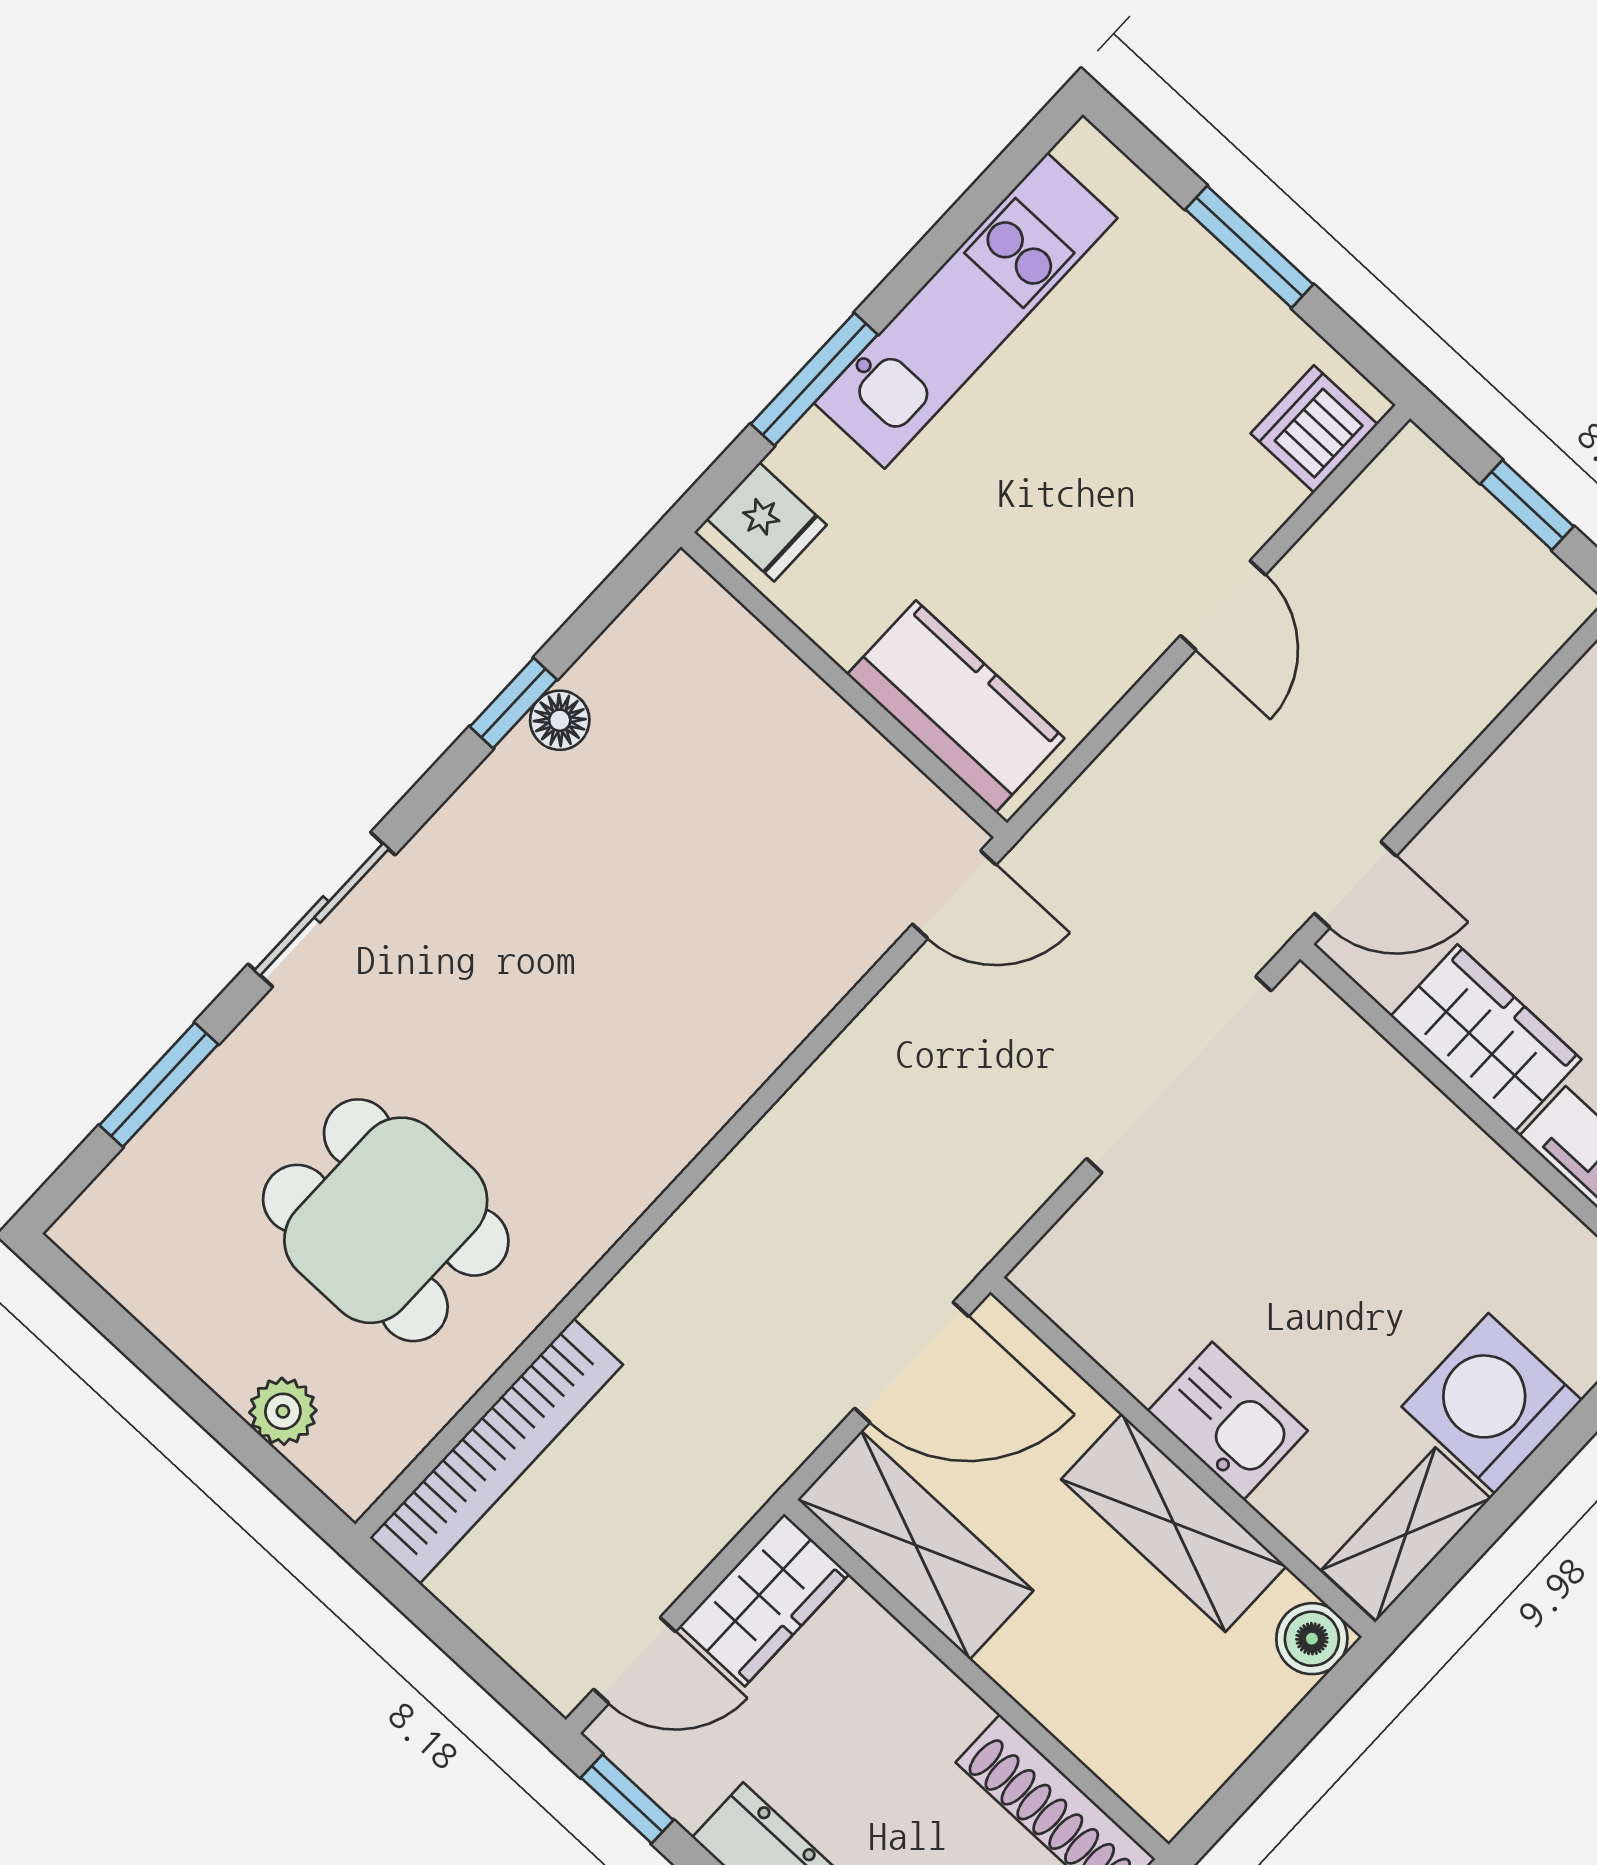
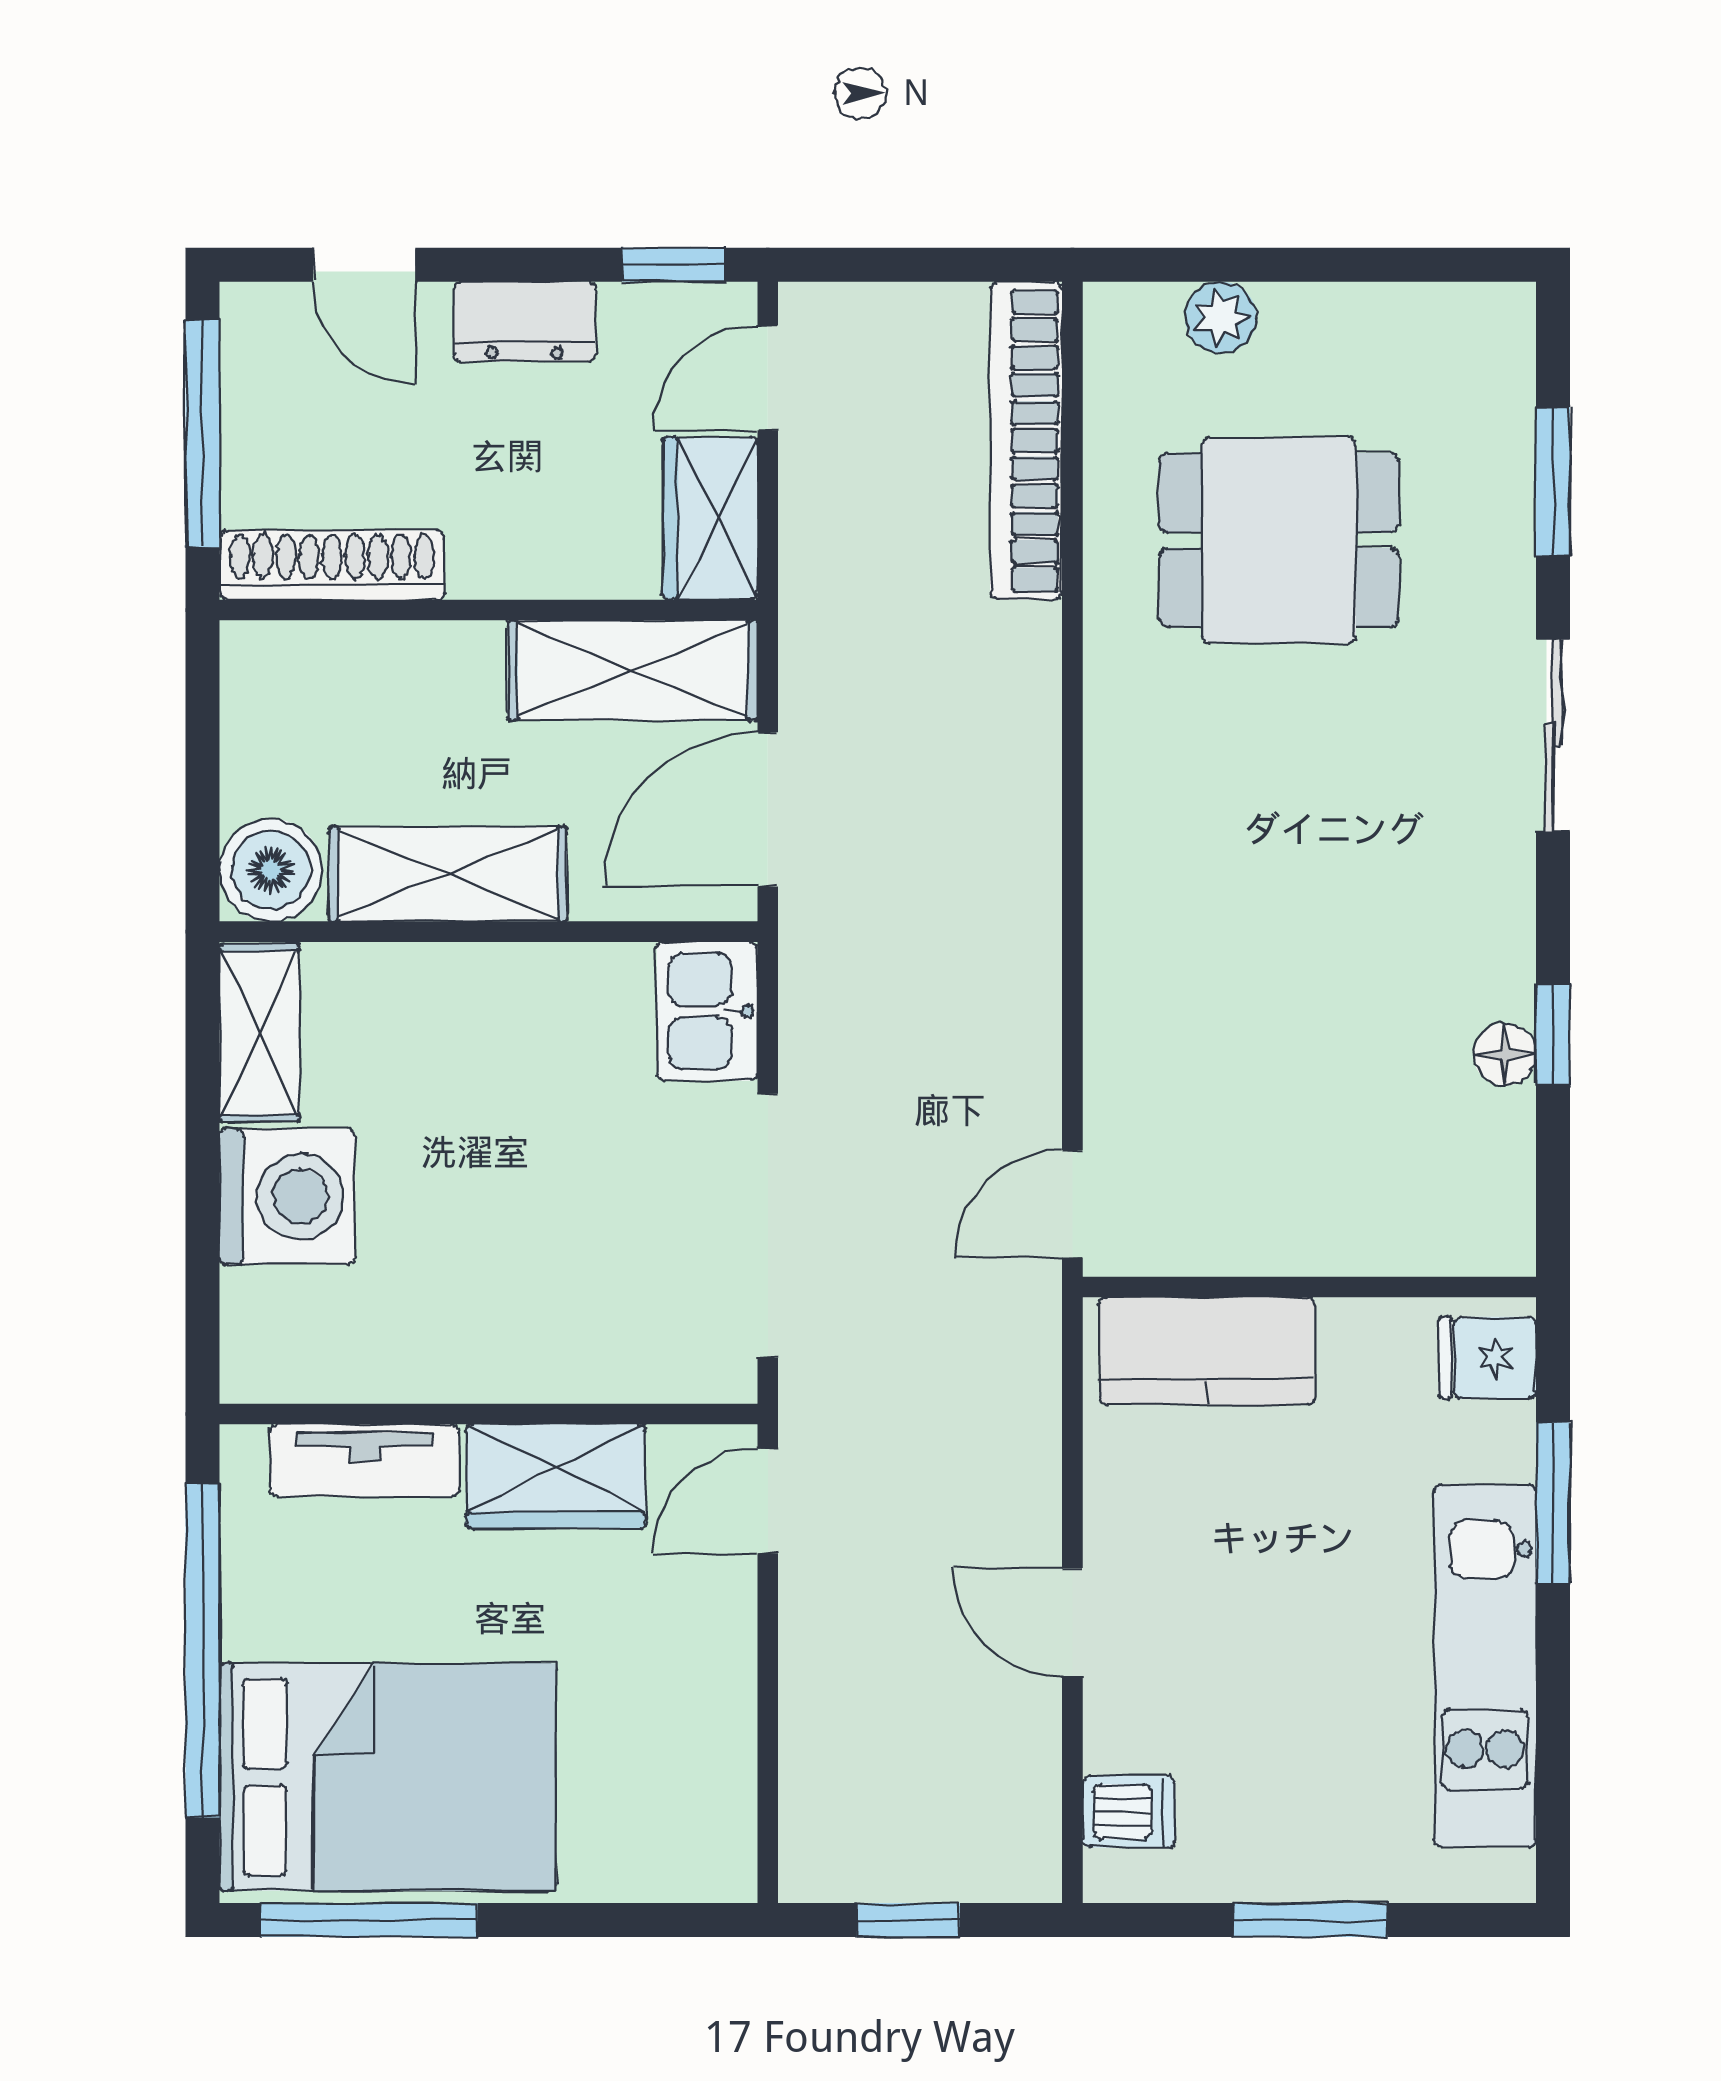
dishwasher: (1314, 429) -> (1129, 1812), width x0.73
kitchen sink: (1228, 1421) -> (707, 1011), moved, turned 90
boiler: (1312, 1639) -> (271, 870), width x1.36, depth x1.36

